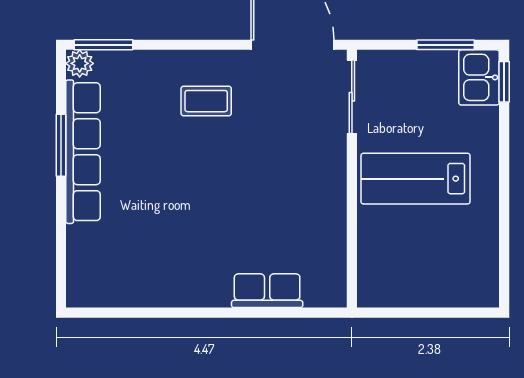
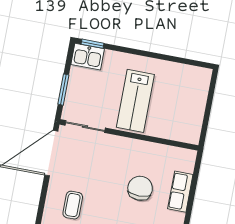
window: (446, 45) -> (63, 90), moved
chair: (259, 217) -> (140, 188), added

